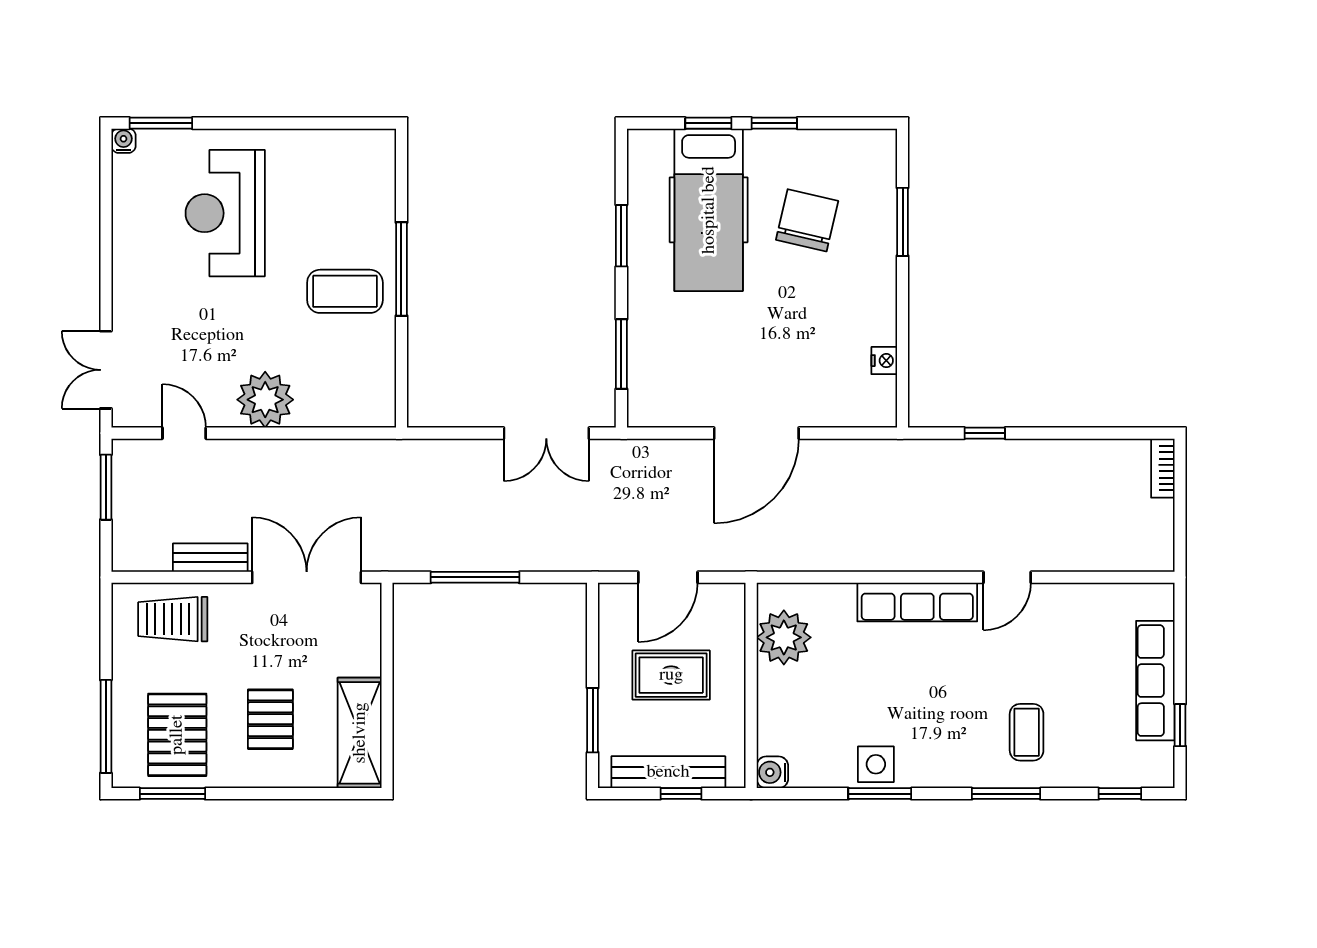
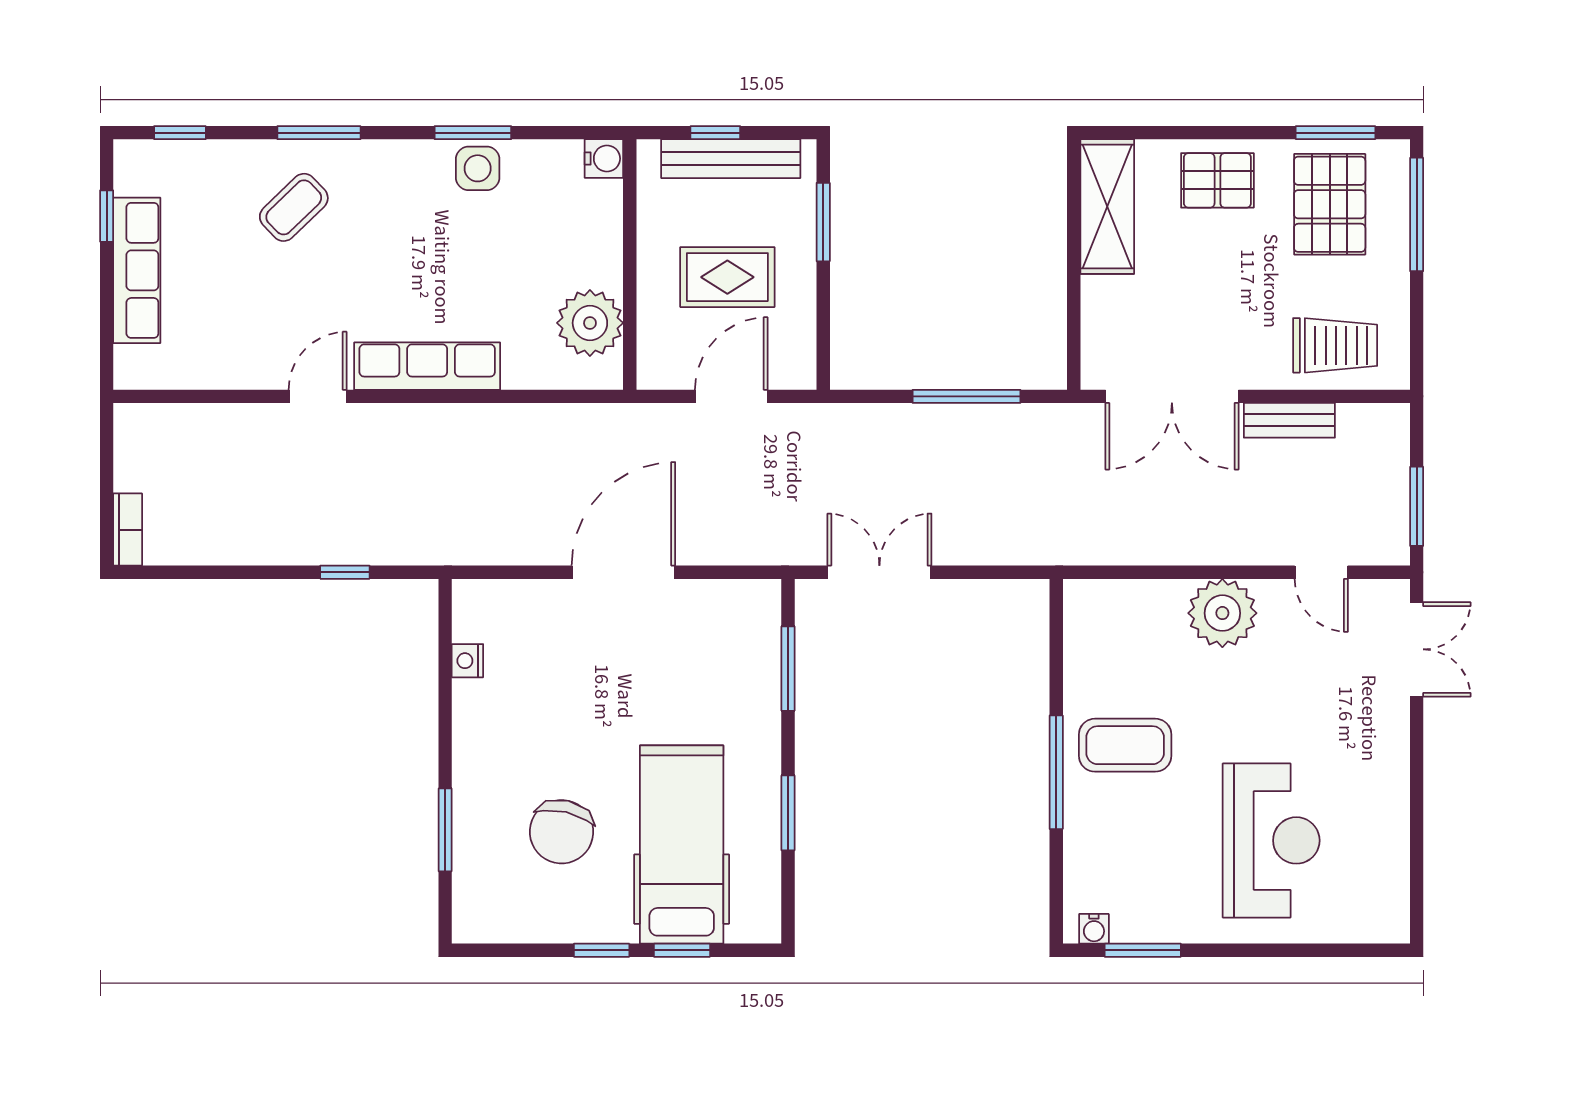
window: (161, 123) -> (1143, 950), moved
water cooler: (124, 141) -> (1094, 929), moved
pallet: (270, 719) -> (1217, 180), moved, turned 90
coffee table: (1027, 732) -> (294, 207), turned 46

